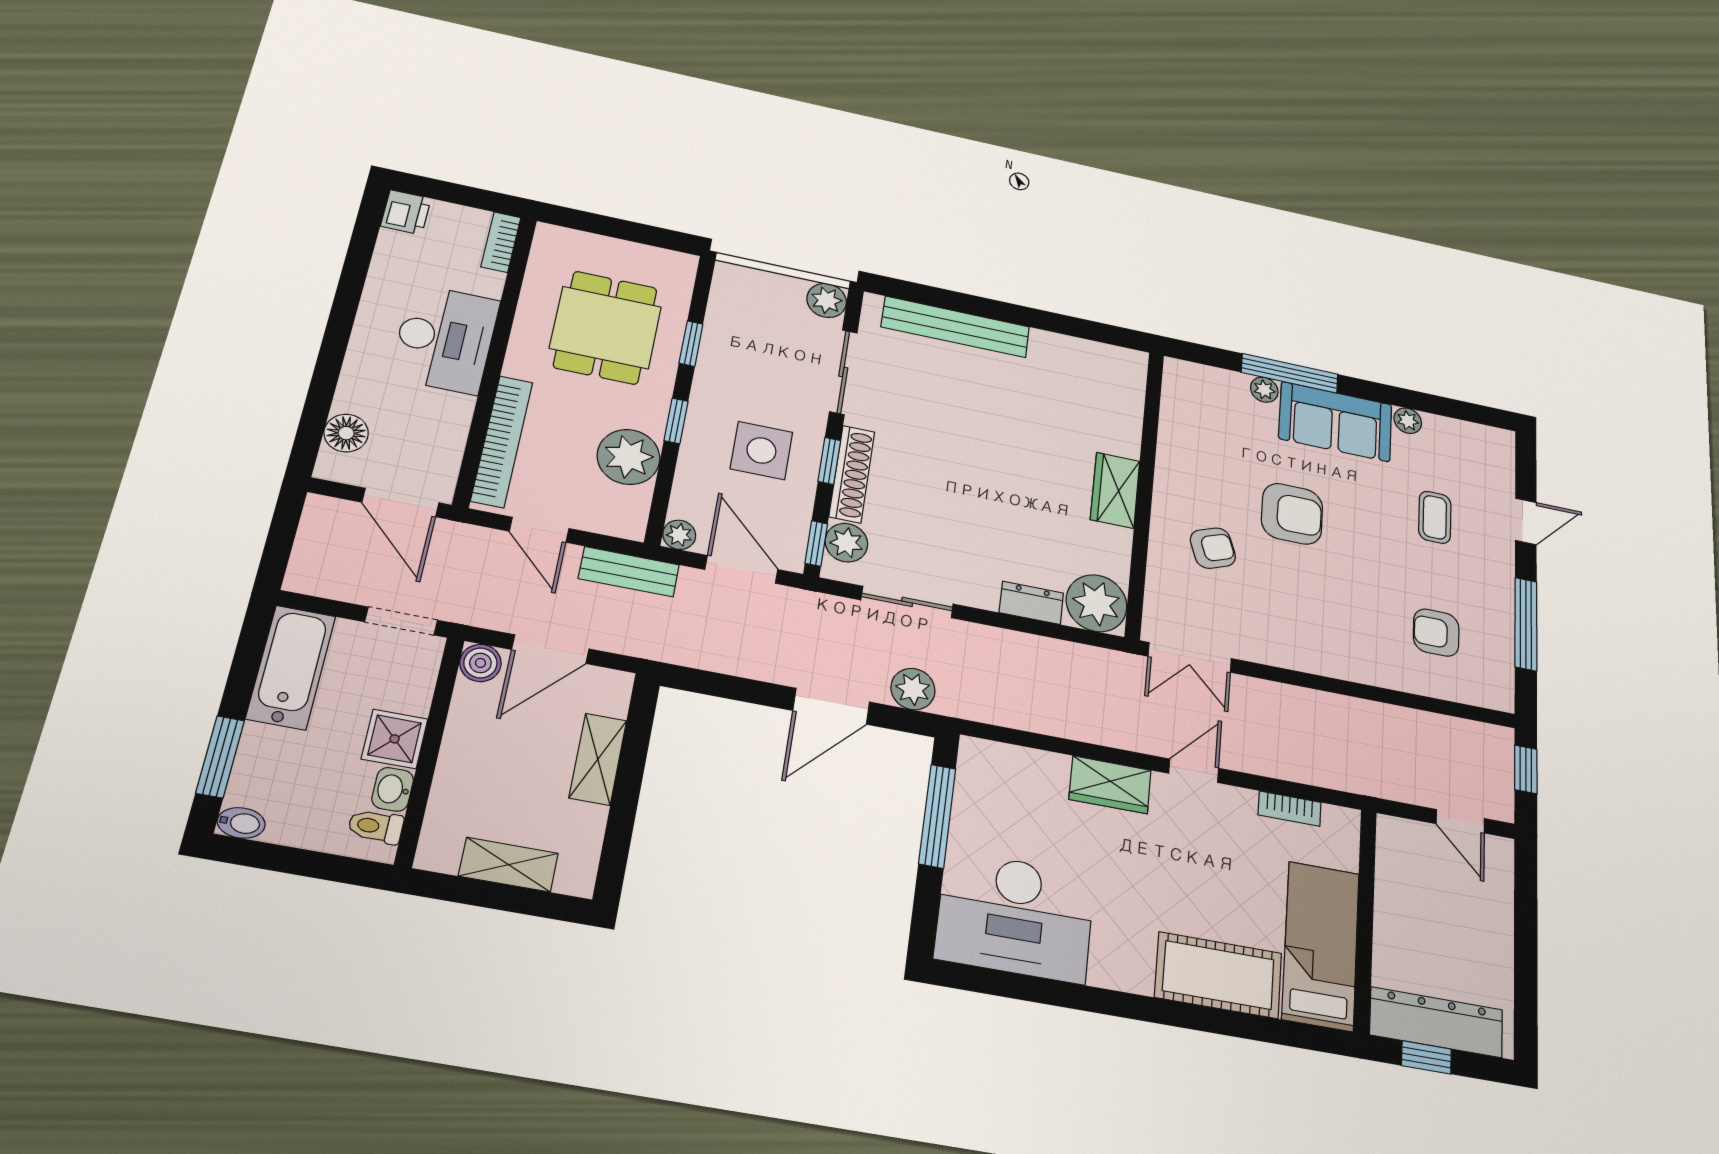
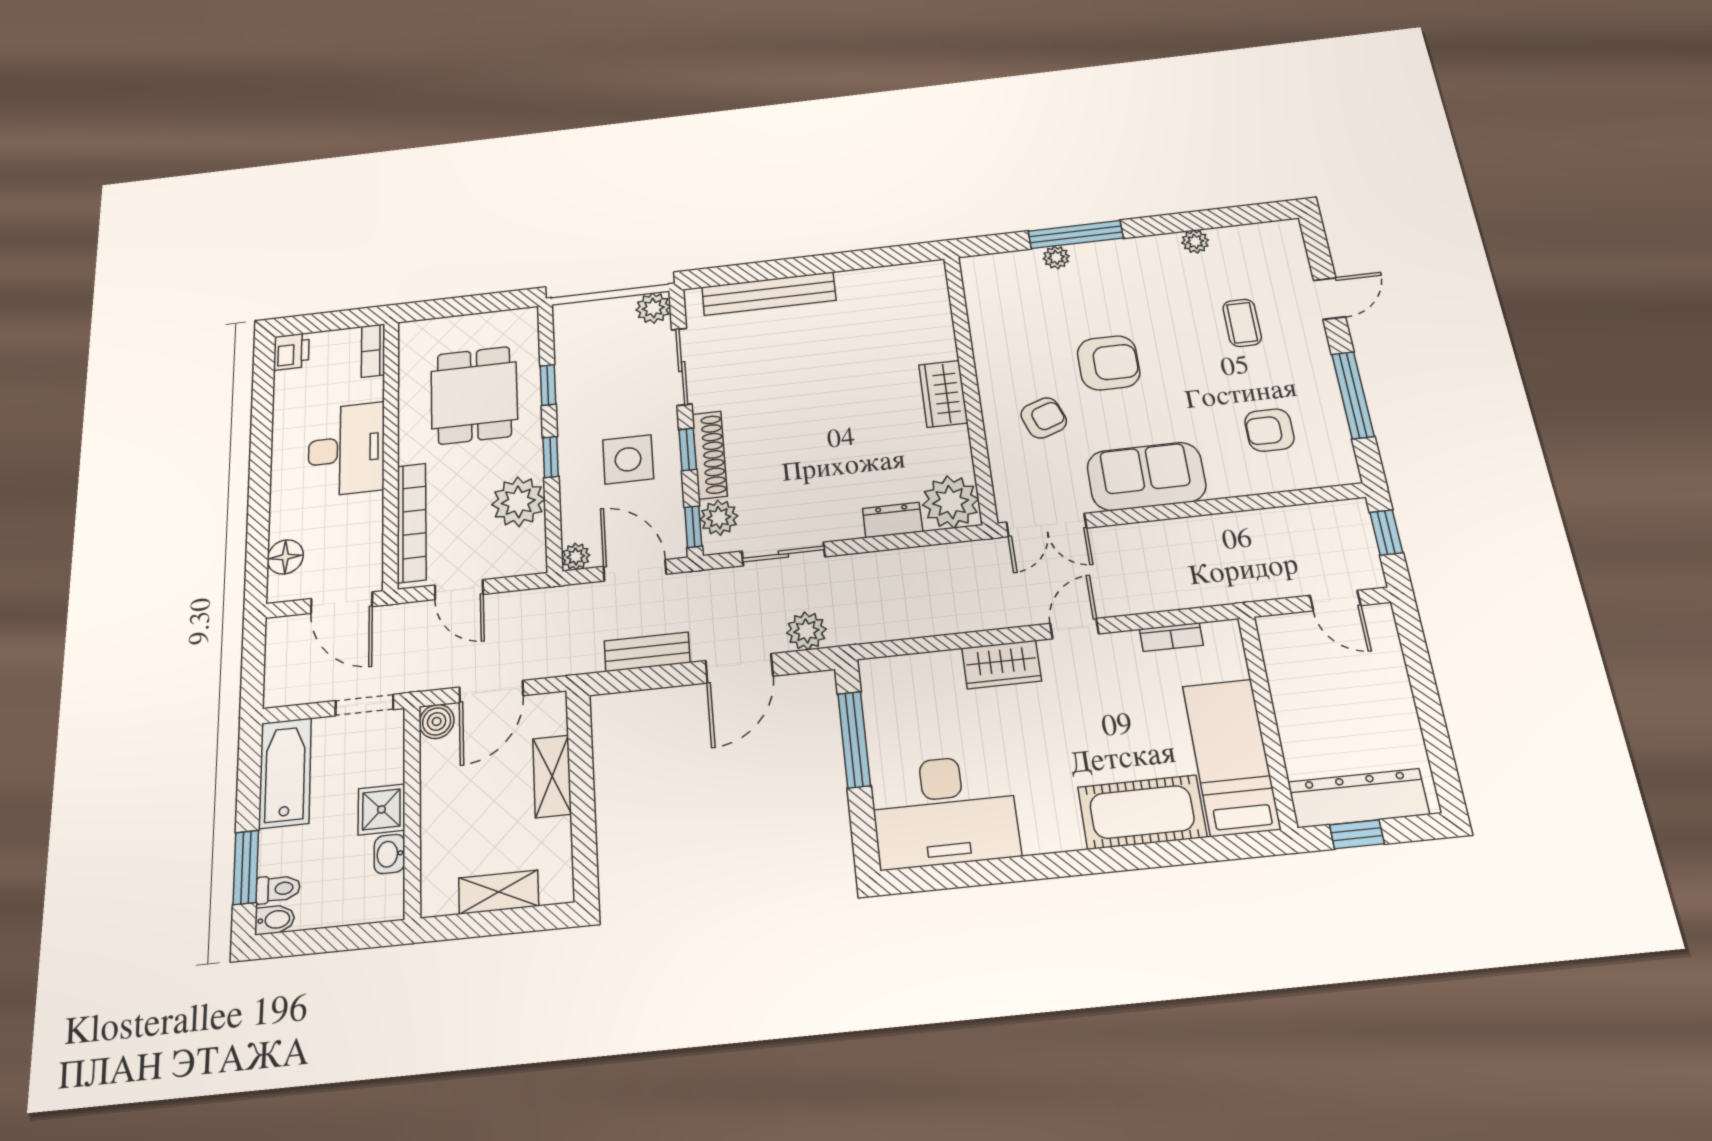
sofa: (1335, 422) -> (1146, 476), moved, turned 180
bench: (629, 572) -> (647, 652), moved
toilet: (376, 826) -> (278, 889), moved, turned 180

